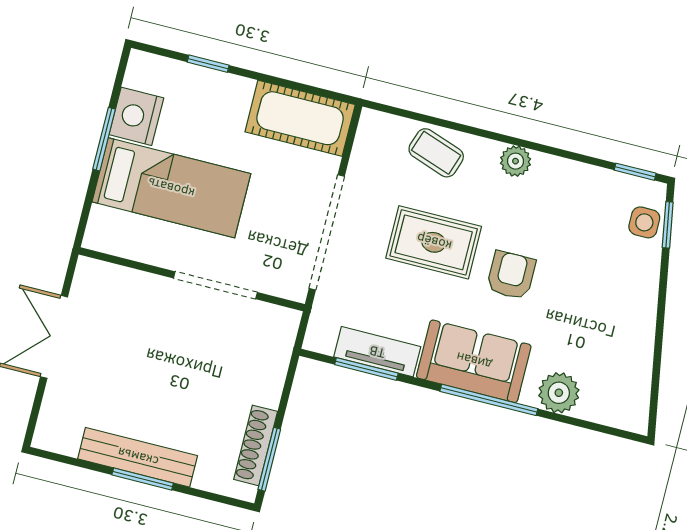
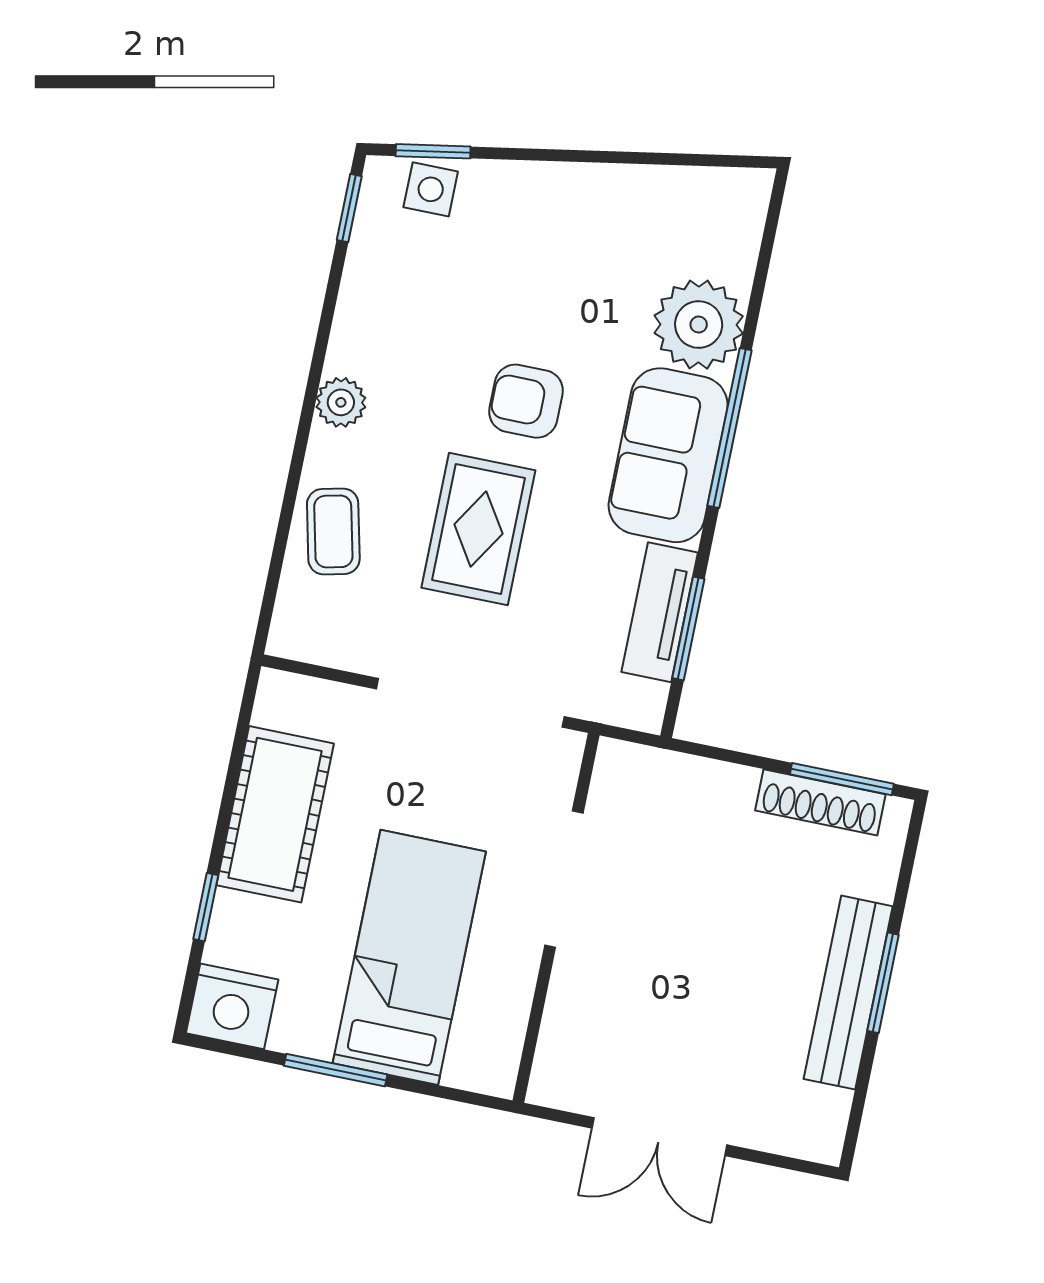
nightstand: (136, 116) -> (232, 1006), moved
cot: (300, 118) -> (275, 814), moved
coffee table: (436, 153) -> (333, 531), turned -32
plant: (559, 393) -> (699, 325), width x1.36, depth x1.36

